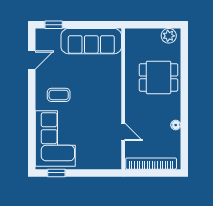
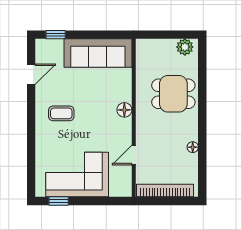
floor lamp: (115, 92) -> (124, 110), added
door: (123, 132) -> (134, 155), swing flipped
corner sofa: (55, 139) -> (77, 175), moved, turned -90

